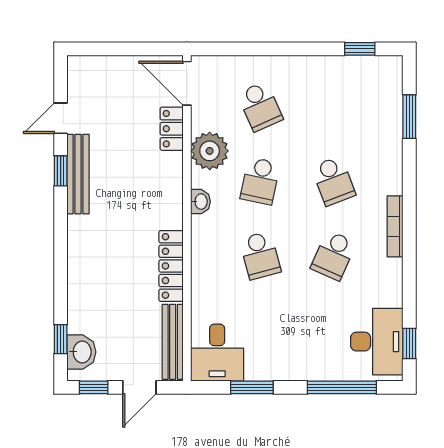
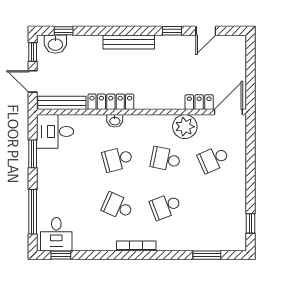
door: (61, 118) -> (206, 31), swing flipped
bench: (78, 174) -> (129, 42), moved
washbasin: (200, 202) -> (115, 121), moved
desk: (377, 342) -> (56, 234), width x0.73

